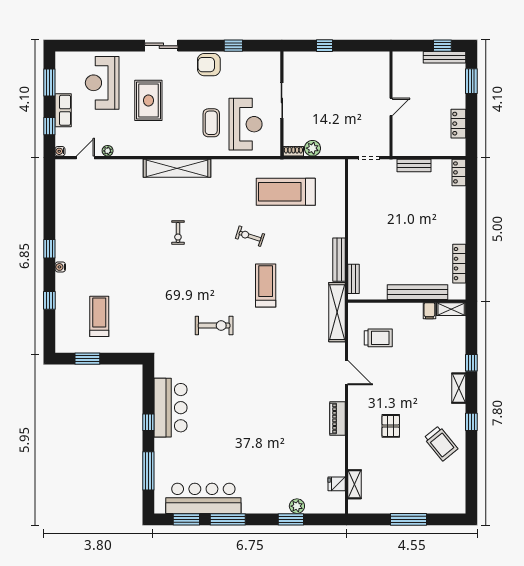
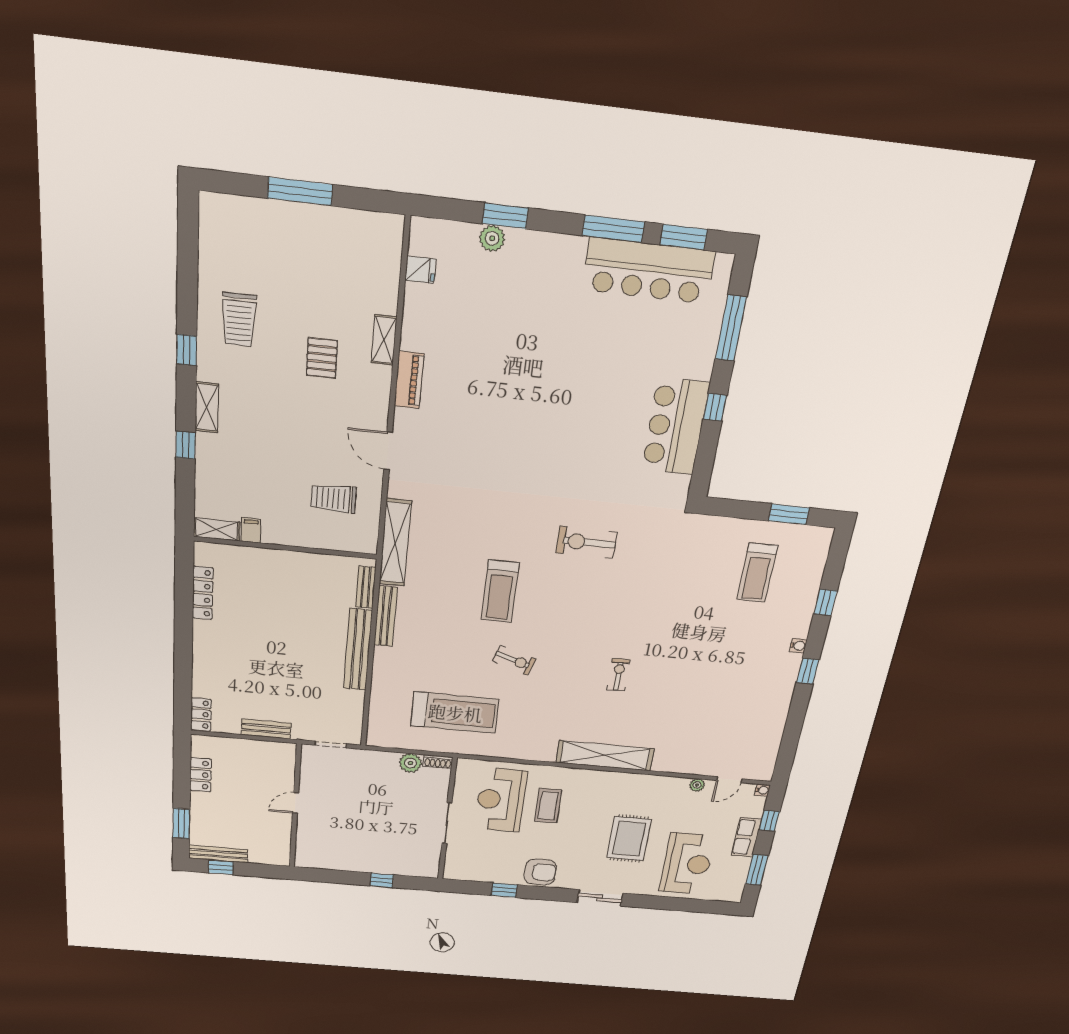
bench: (417, 292) -> (358, 650), moved, turned 90
trolley: (441, 443) -> (239, 320), turned -141
shelving: (354, 484) -> (384, 340), moved

